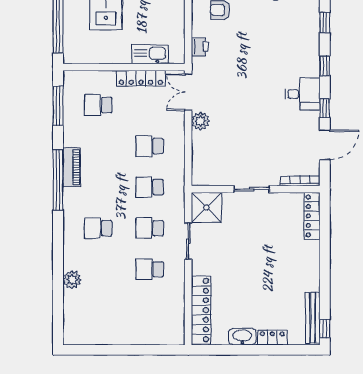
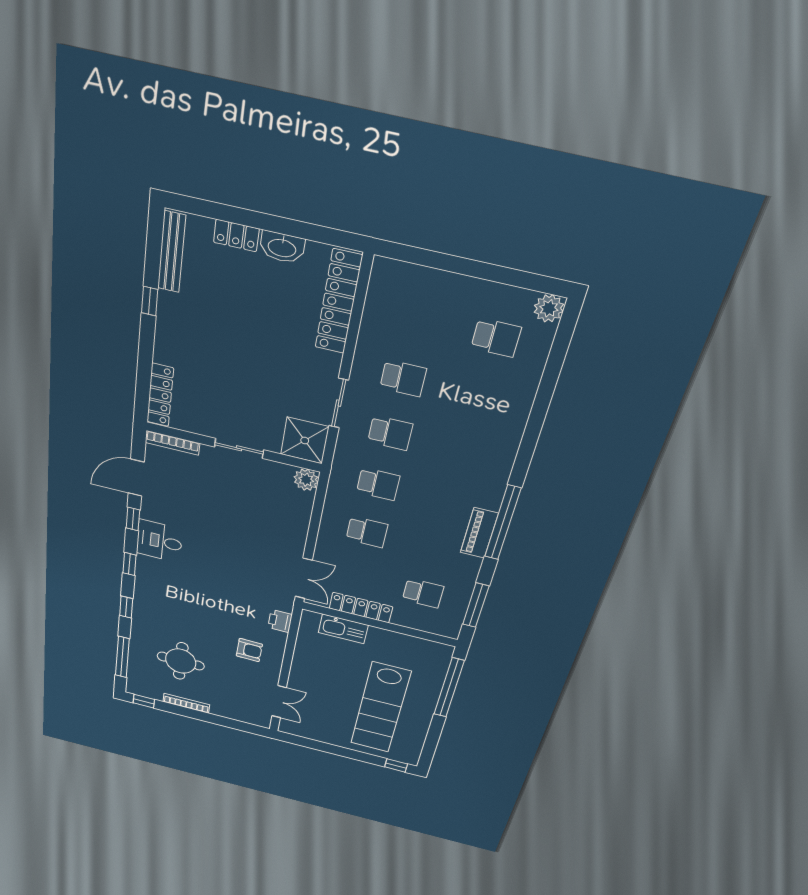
plant: (200, 121) -> (306, 480), moved
school desk: (98, 228) -> (496, 338), moved
plant: (72, 280) -> (549, 308), moved
window: (325, 329) -> (150, 301), moved

